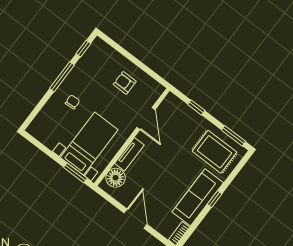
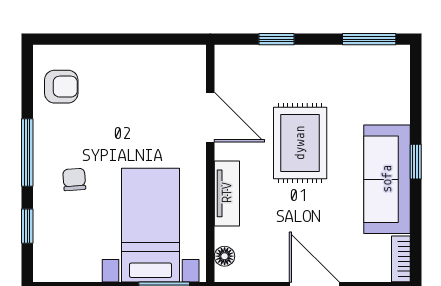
window: (83, 49) -> (27, 226), moved
armchair: (125, 83) -> (61, 87), moved, turned 180
rug: (214, 152) -> (300, 143), moved, turned 90
floor lamp: (116, 178) -> (225, 256), width x0.53, depth x0.53

